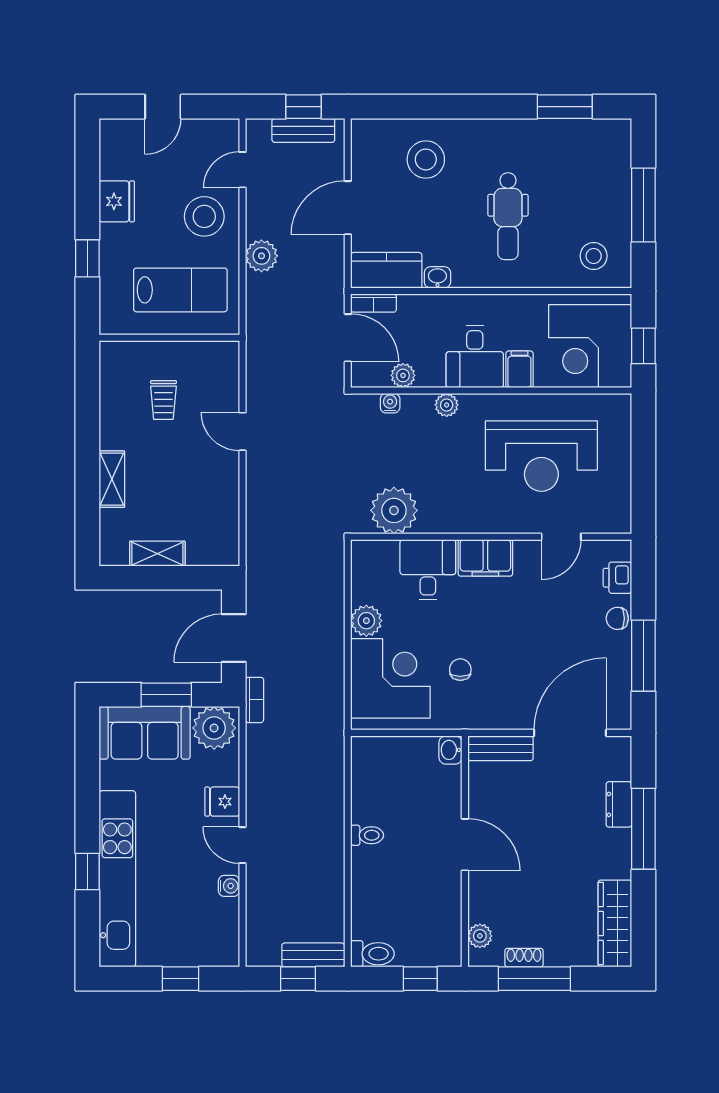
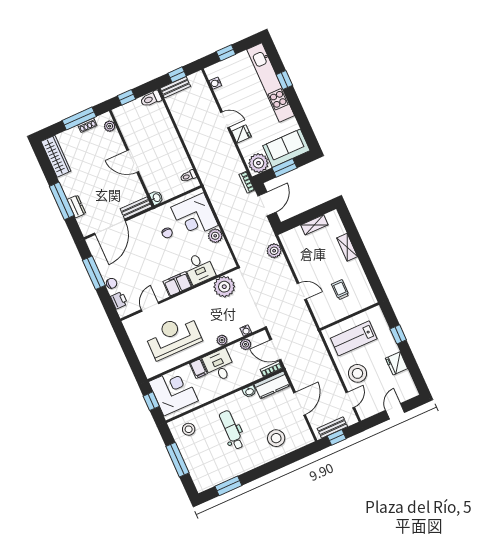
plant: (261, 256) -> (274, 251), moved
toilet: (367, 835) -> (188, 176), moved
water cooler: (229, 886) -> (215, 83), moved

